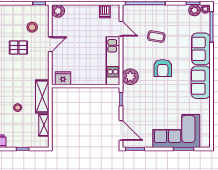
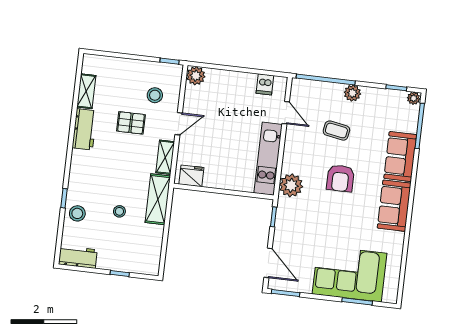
plant: (194, 10) -> (352, 93), moved
shelving: (44, 125) -> (165, 157), moved

